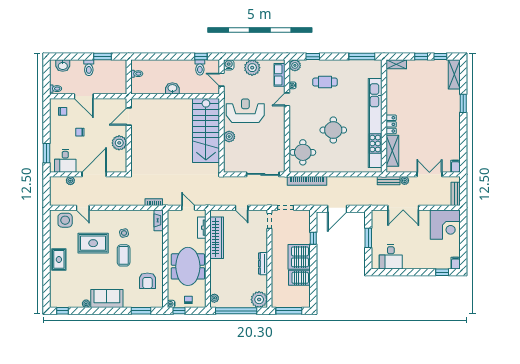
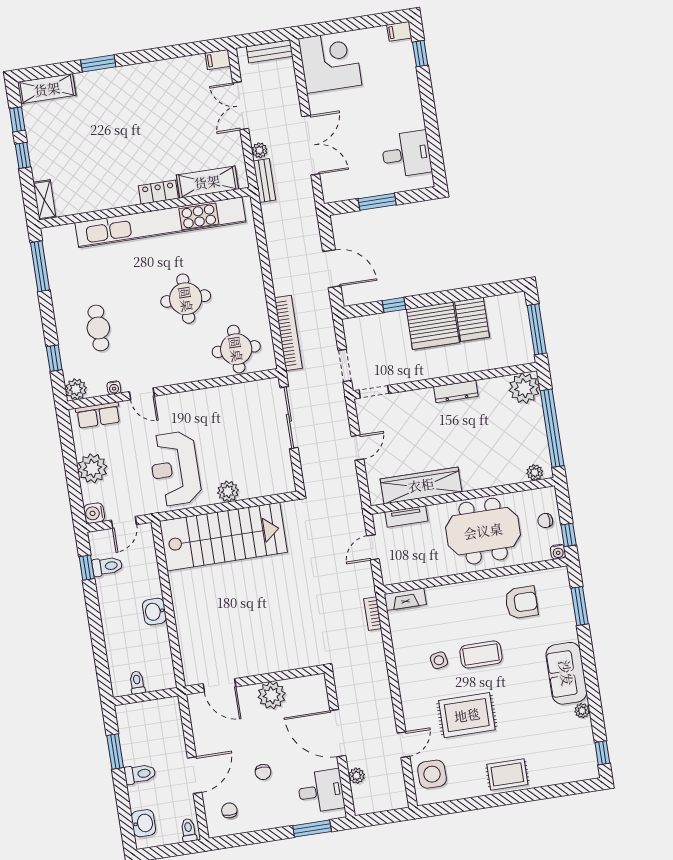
rug: (93, 243) -> (467, 715), turned 90

